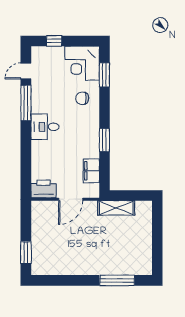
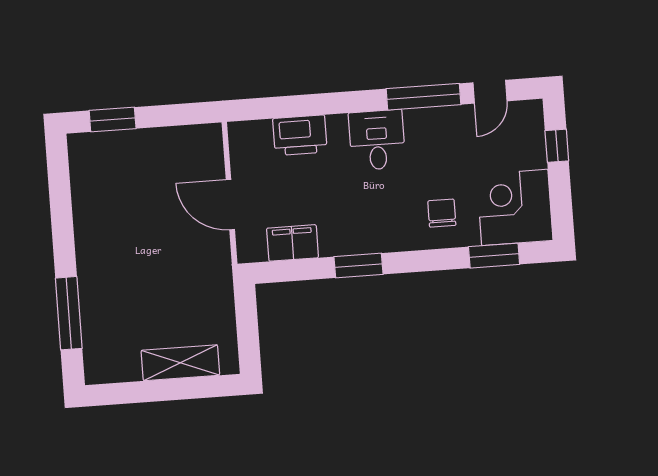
door: (26, 71) -> (490, 92), swing flipped
printer: (44, 189) -> (300, 135), moved, turned 90
shelving: (116, 208) -> (180, 363), moved, turned 90

